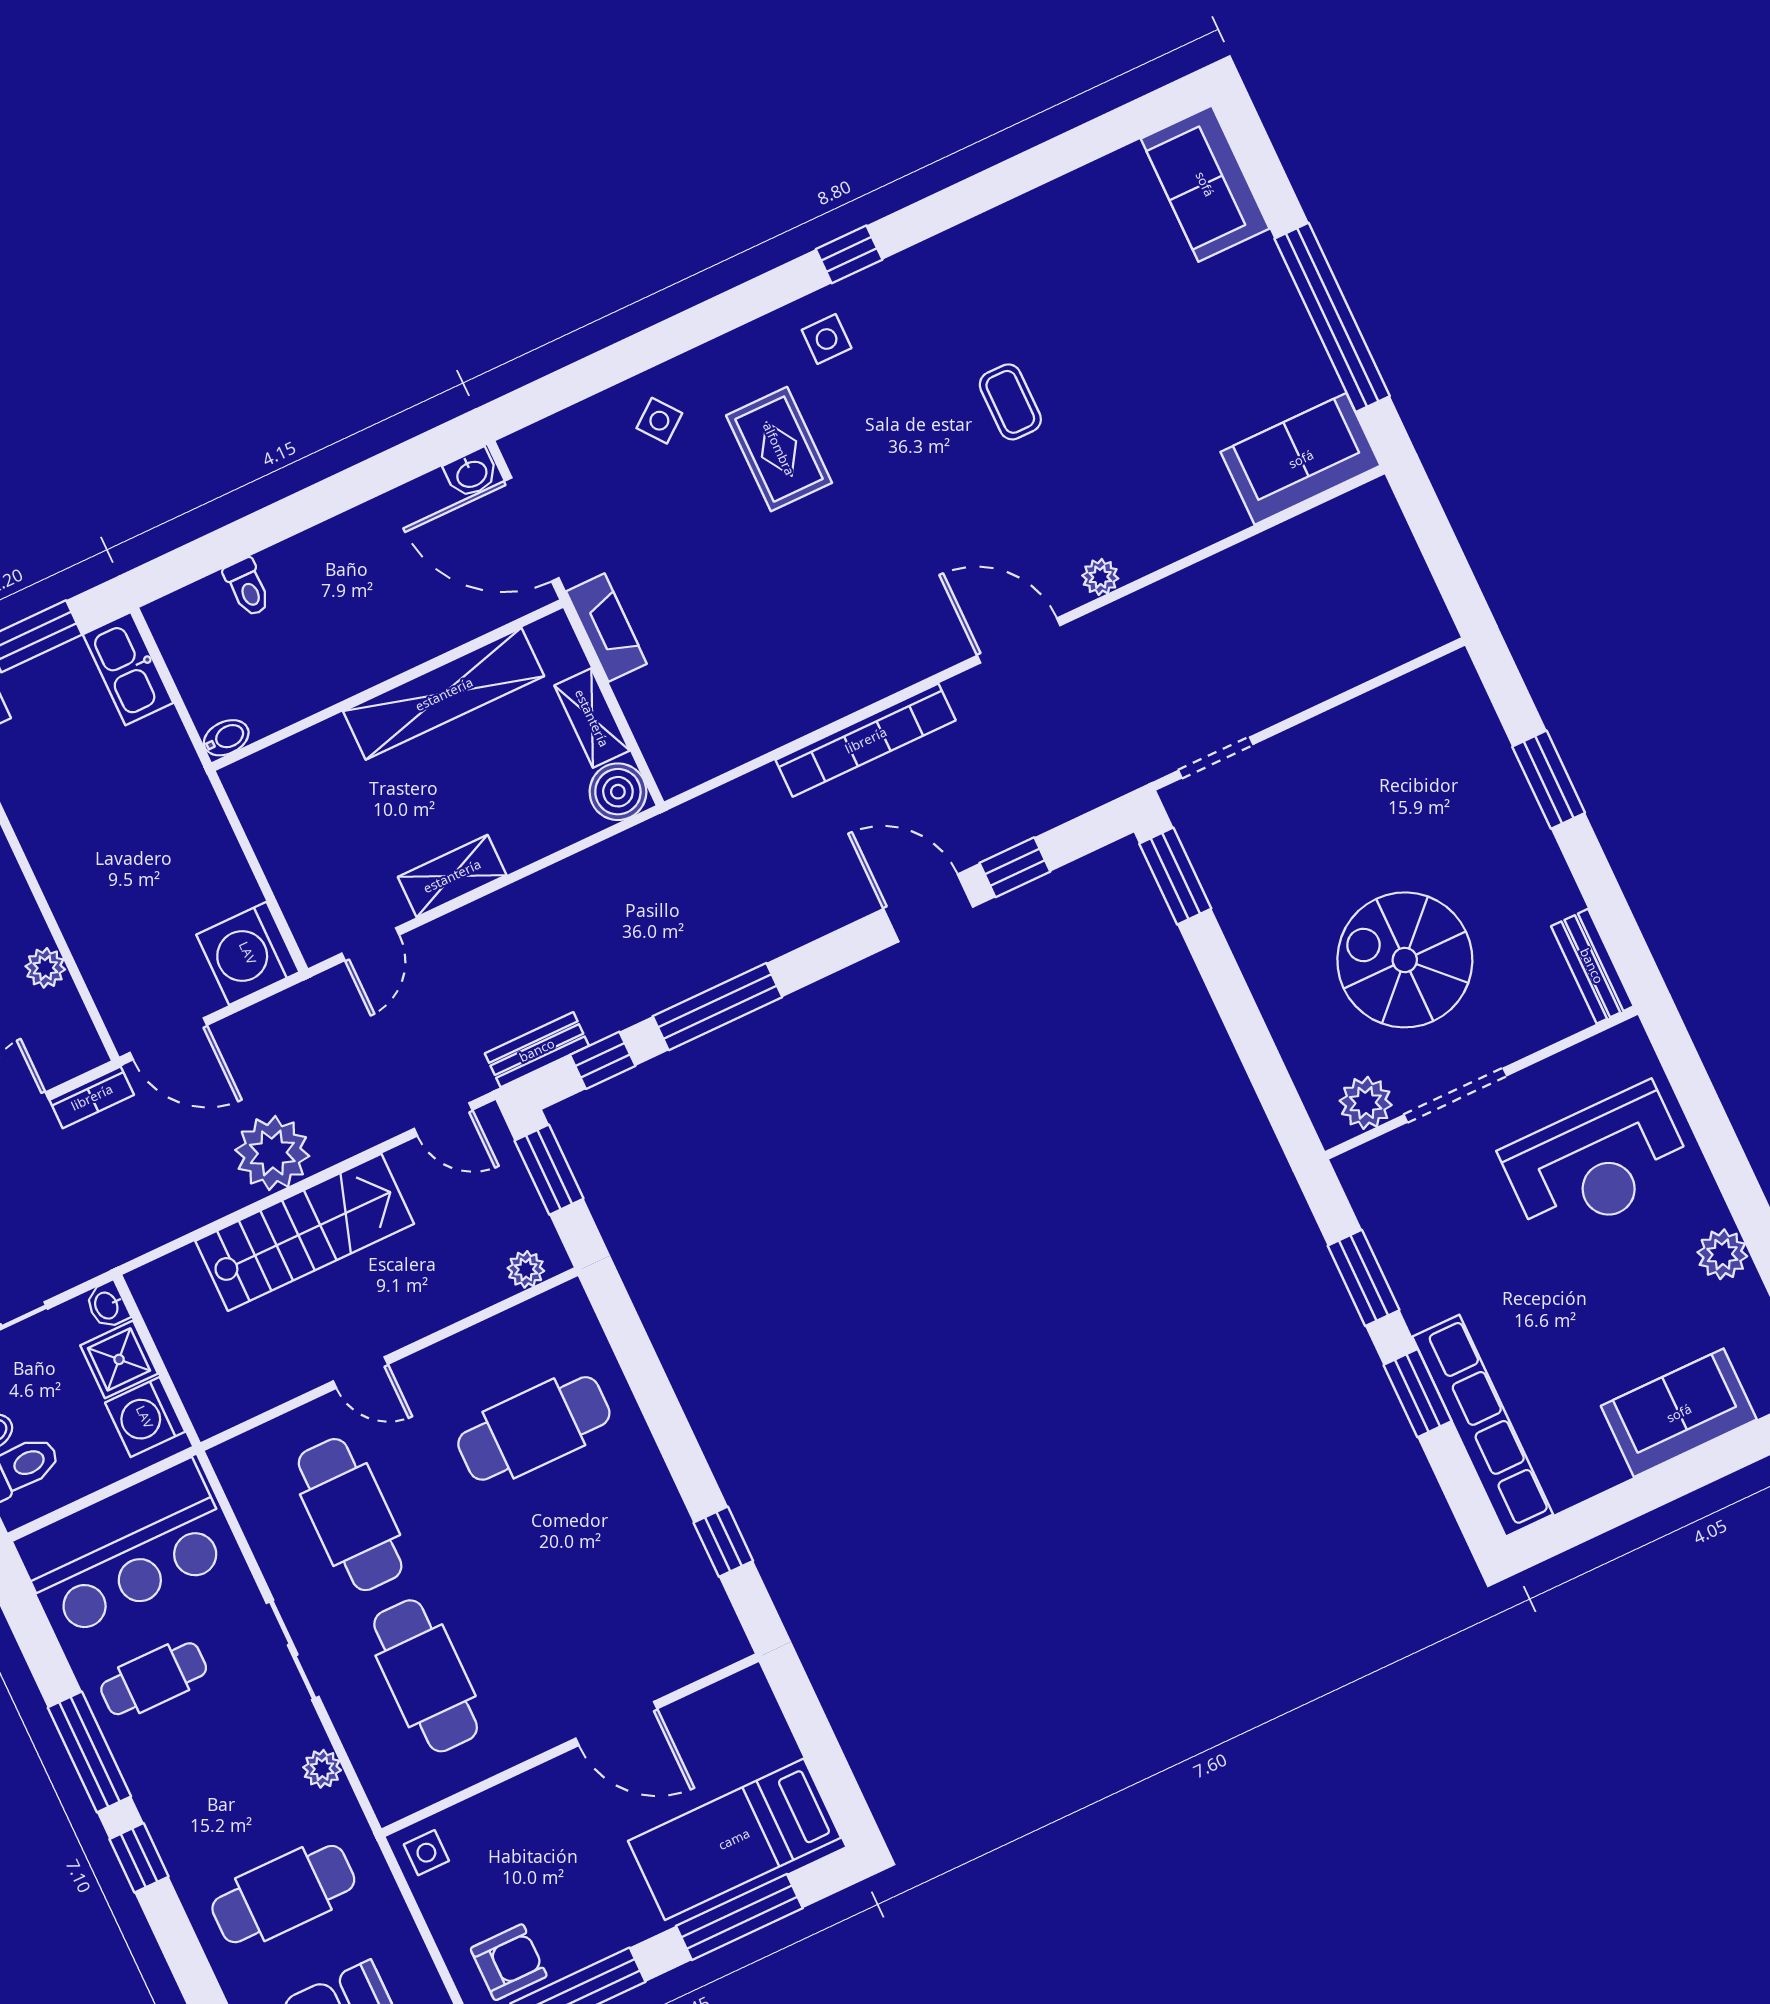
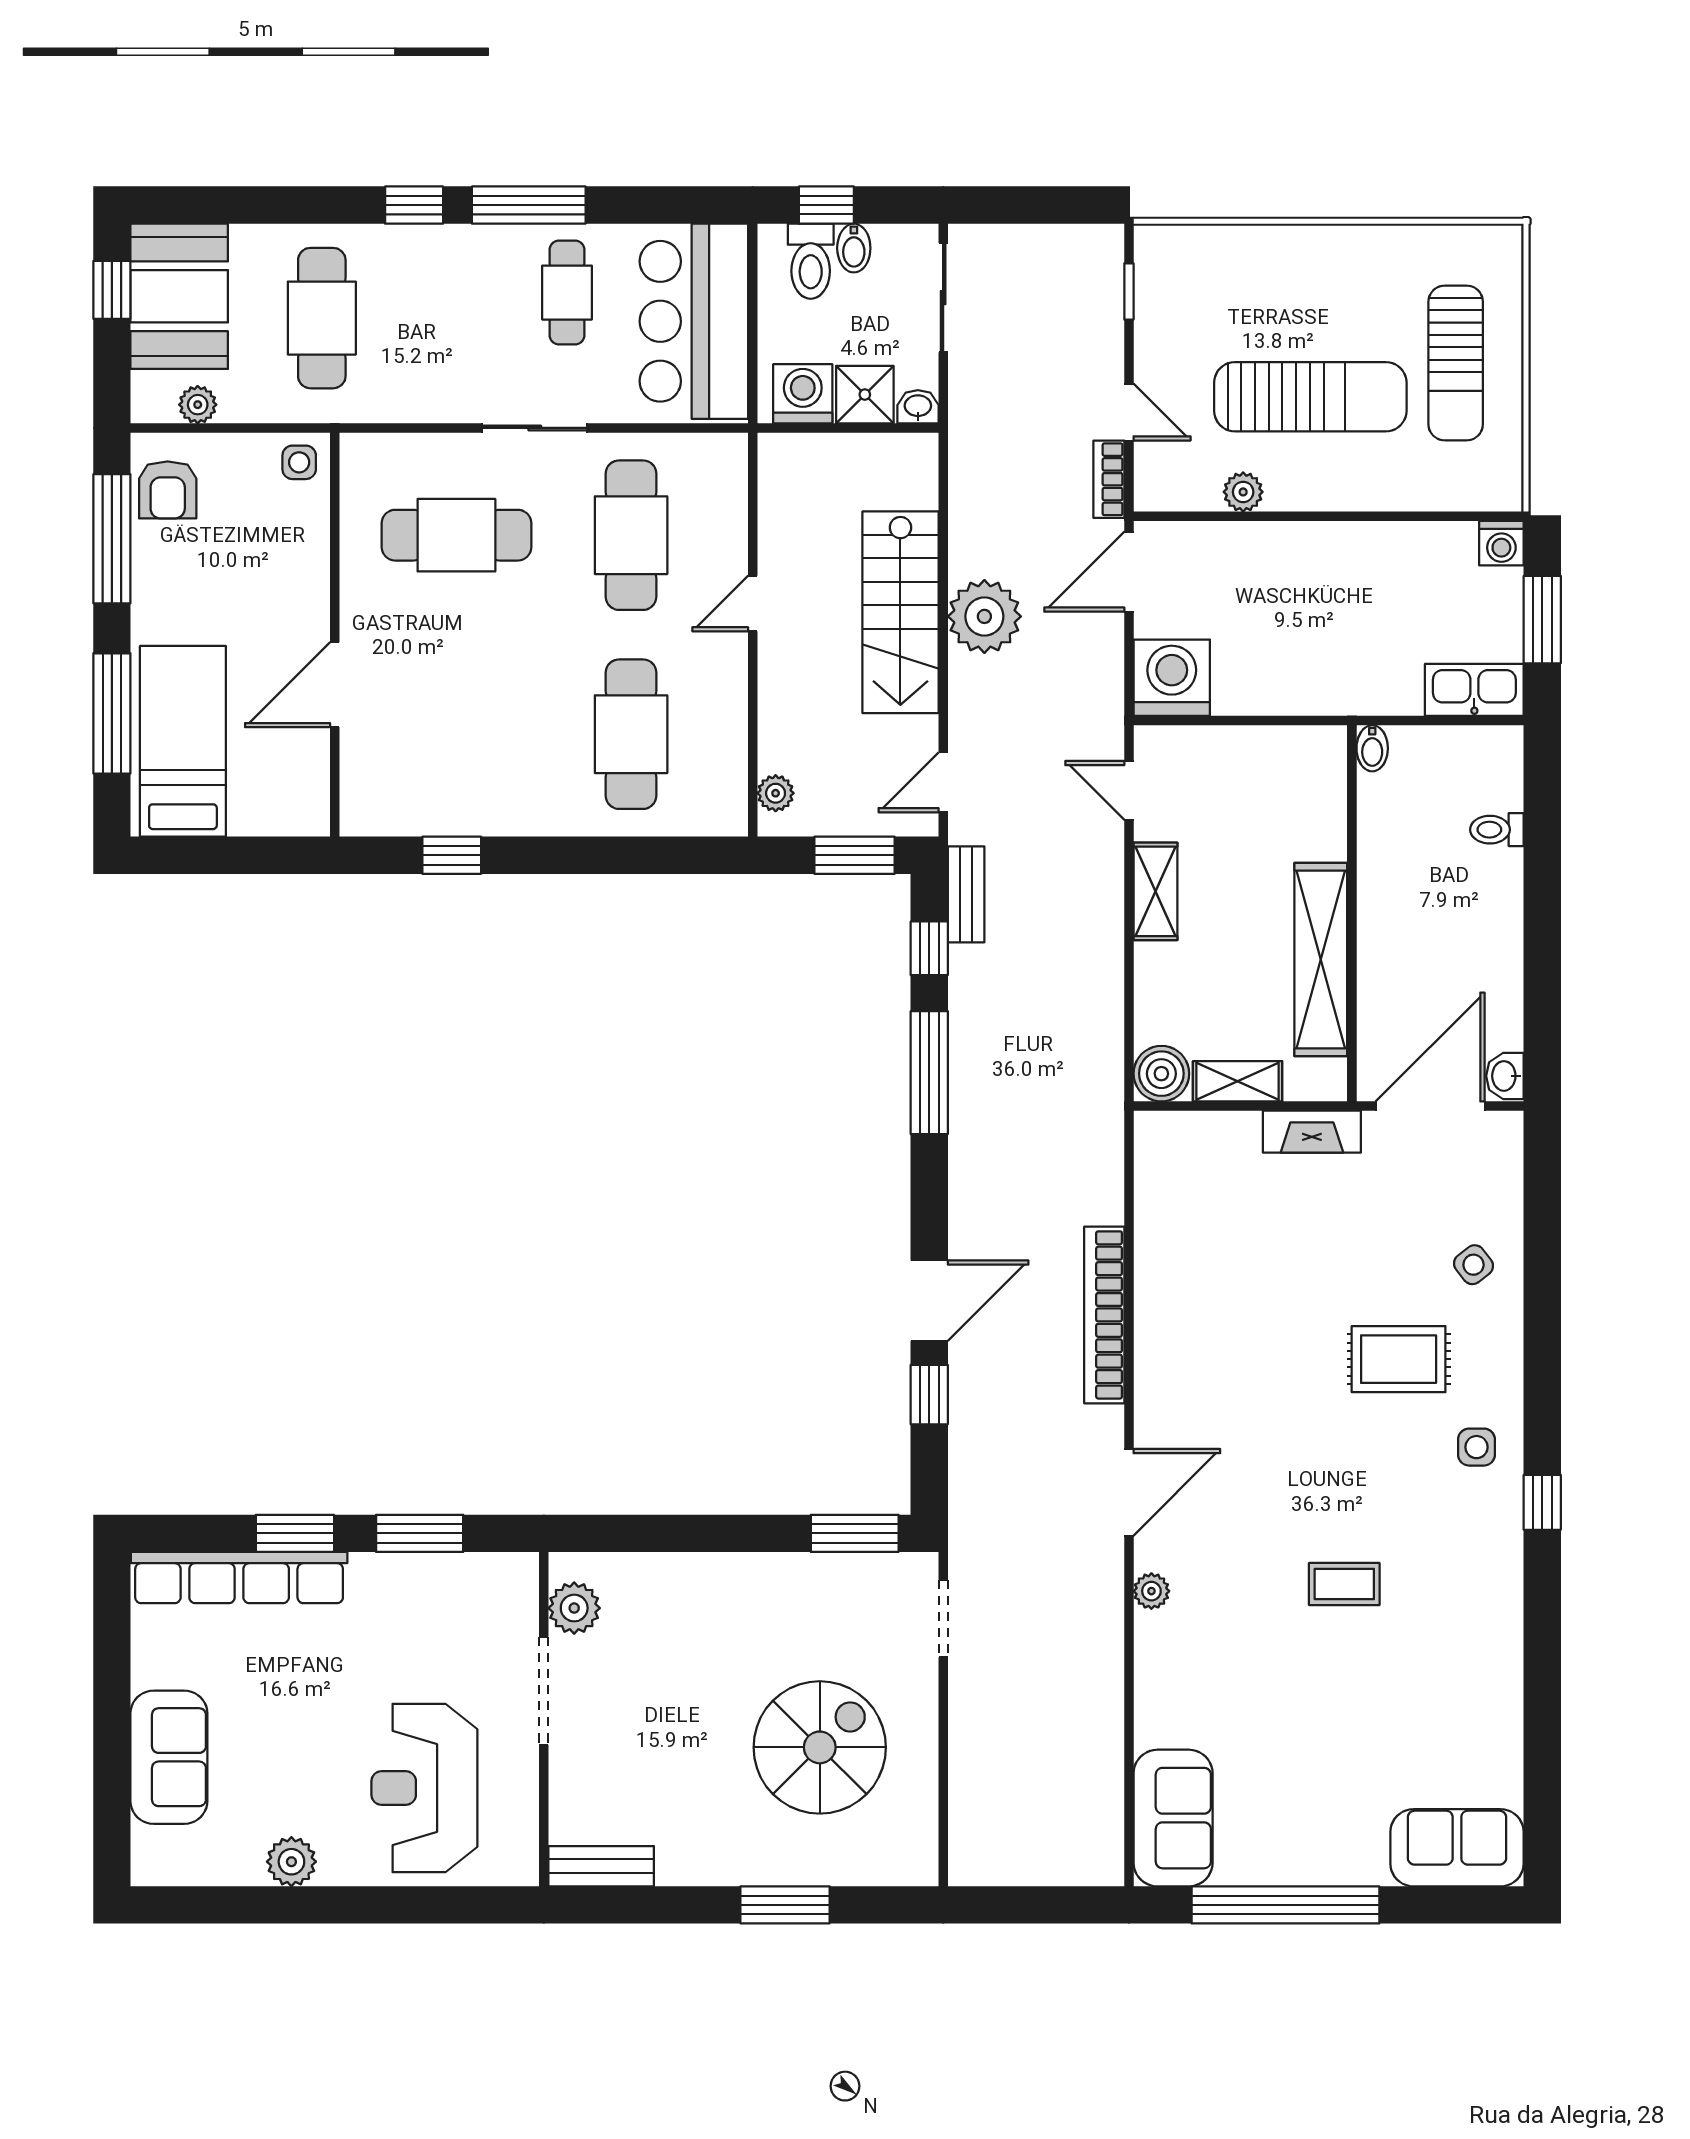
spiral stairs: (1405, 960) -> (820, 1747), moved
cafe table: (350, 1515) -> (631, 535), turned 90
plant: (322, 1769) -> (198, 405), moved

